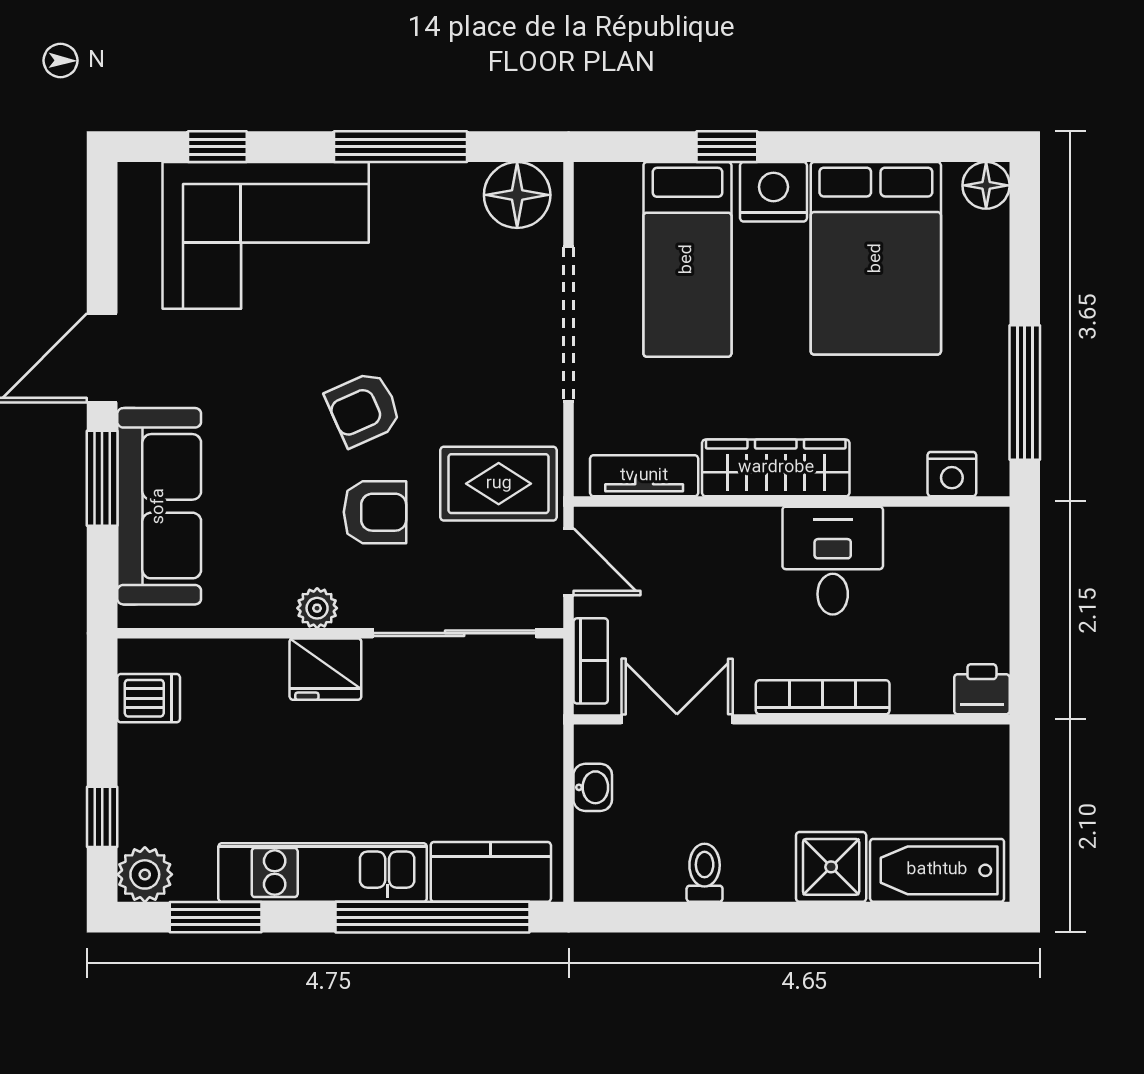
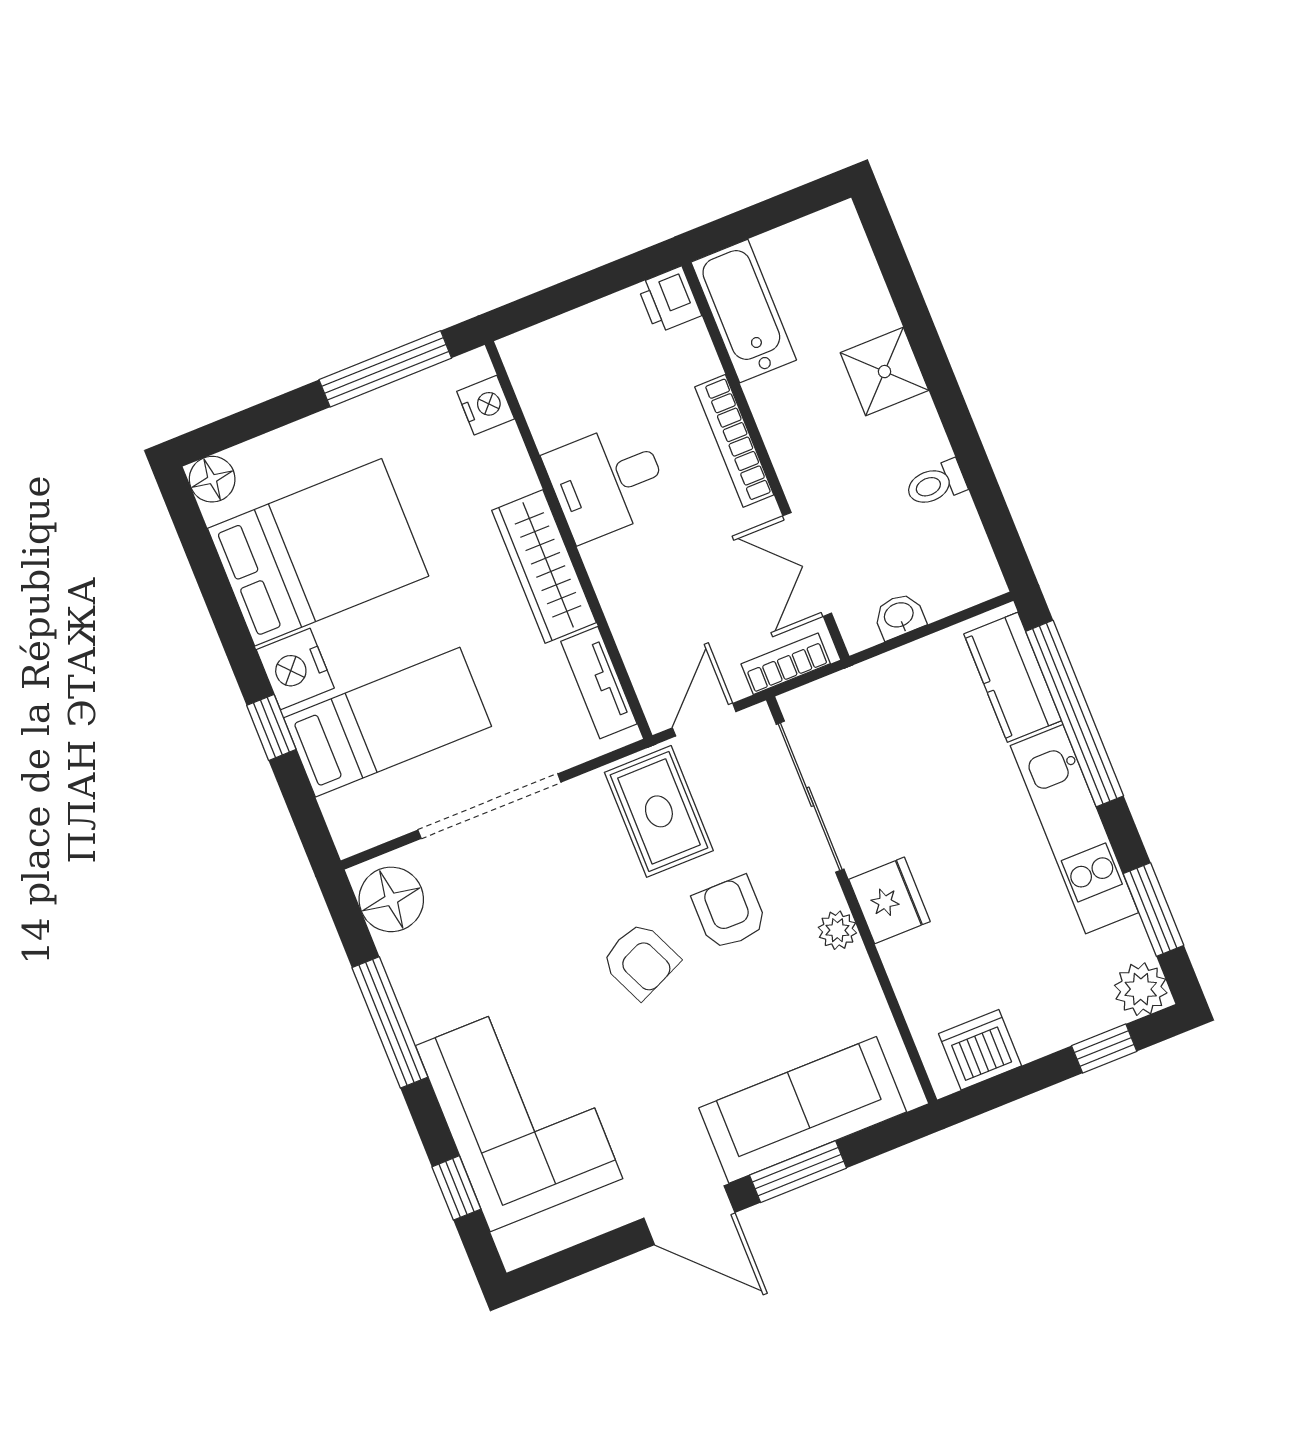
dishwasher: (149, 698) -> (980, 1050), width x1.38
bathtub: (937, 870) -> (744, 311), moved, turned 180

